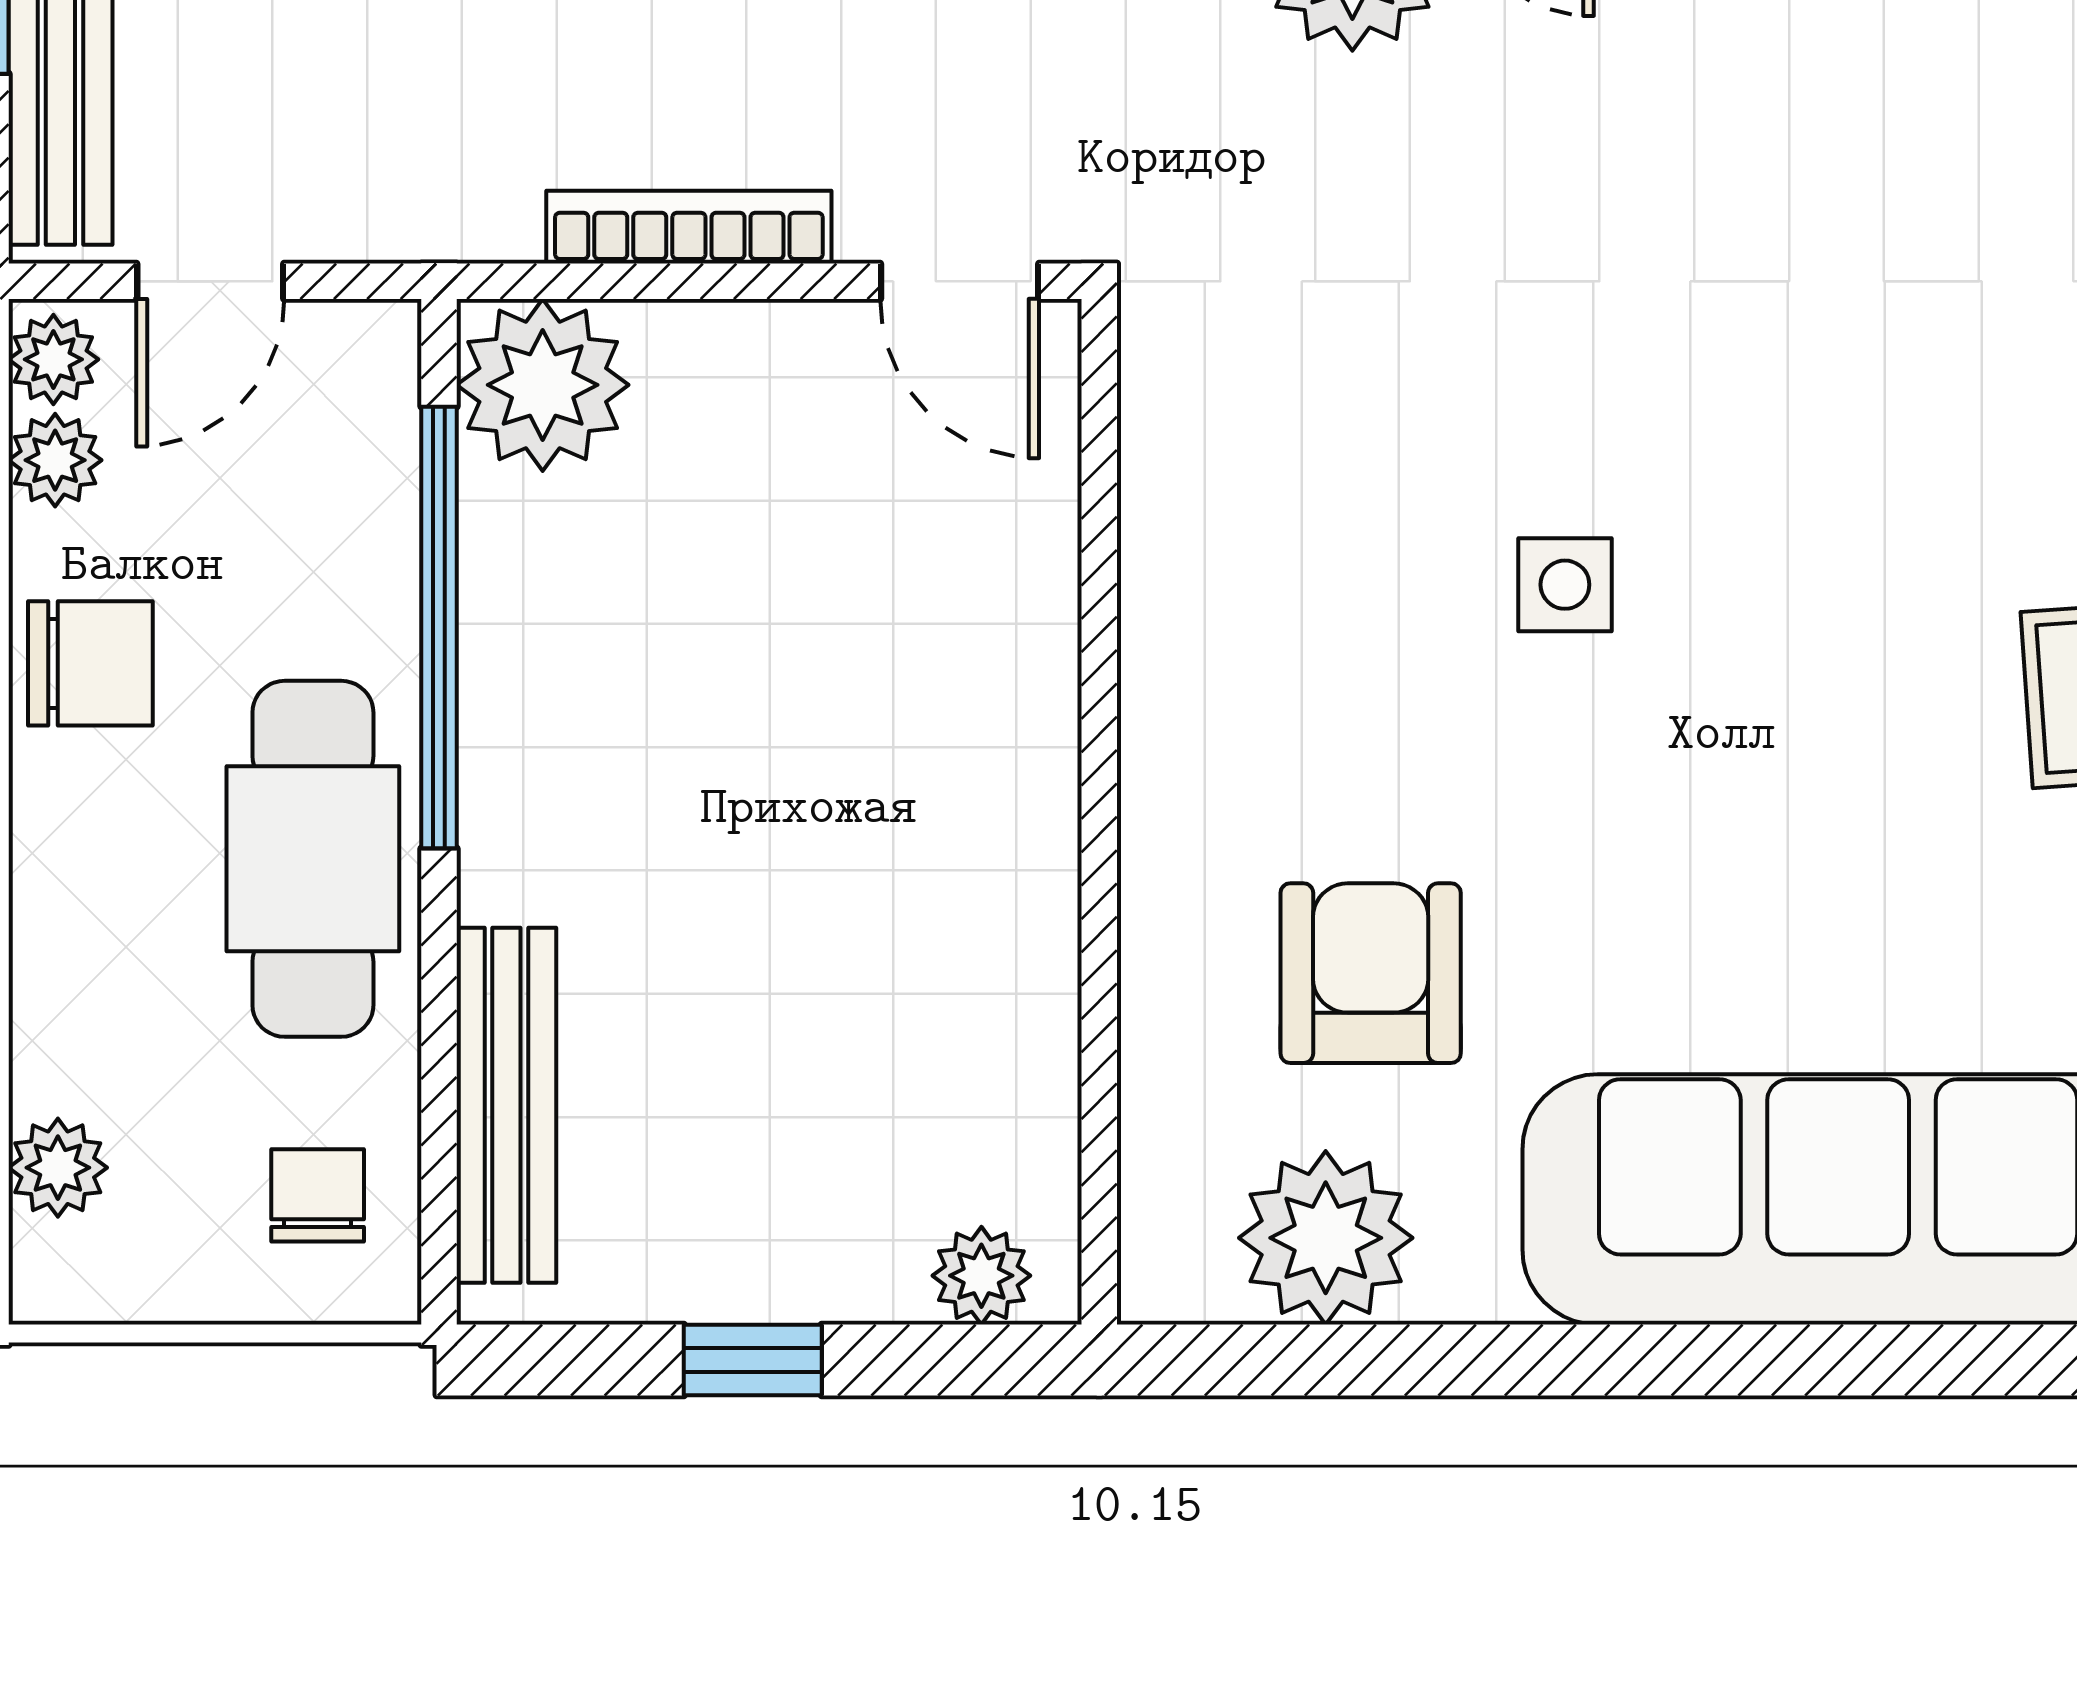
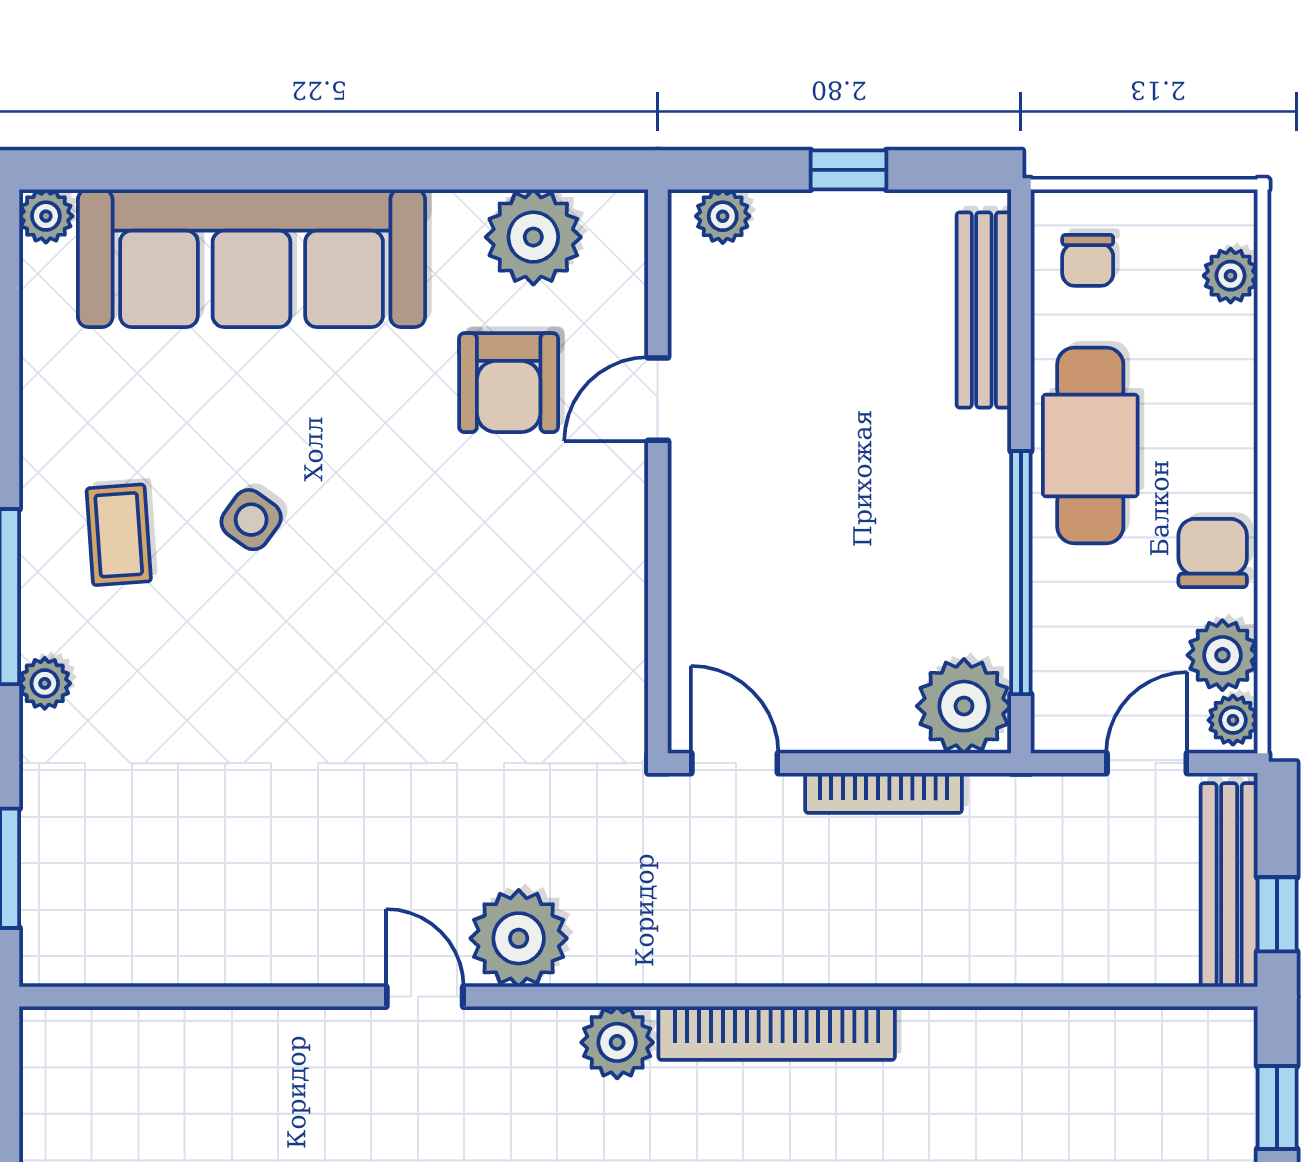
plant: (55, 460) -> (1222, 655), width x1.38, depth x1.38
side table: (1565, 585) -> (251, 520), moved, turned 36
chair: (90, 663) -> (1213, 553), turned 90
door: (1099, 943) -> (658, 399), added

